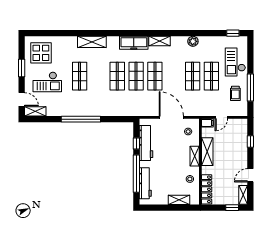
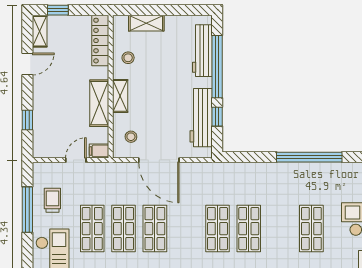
shop shelf: (155, 76) -> (155, 229), moved

